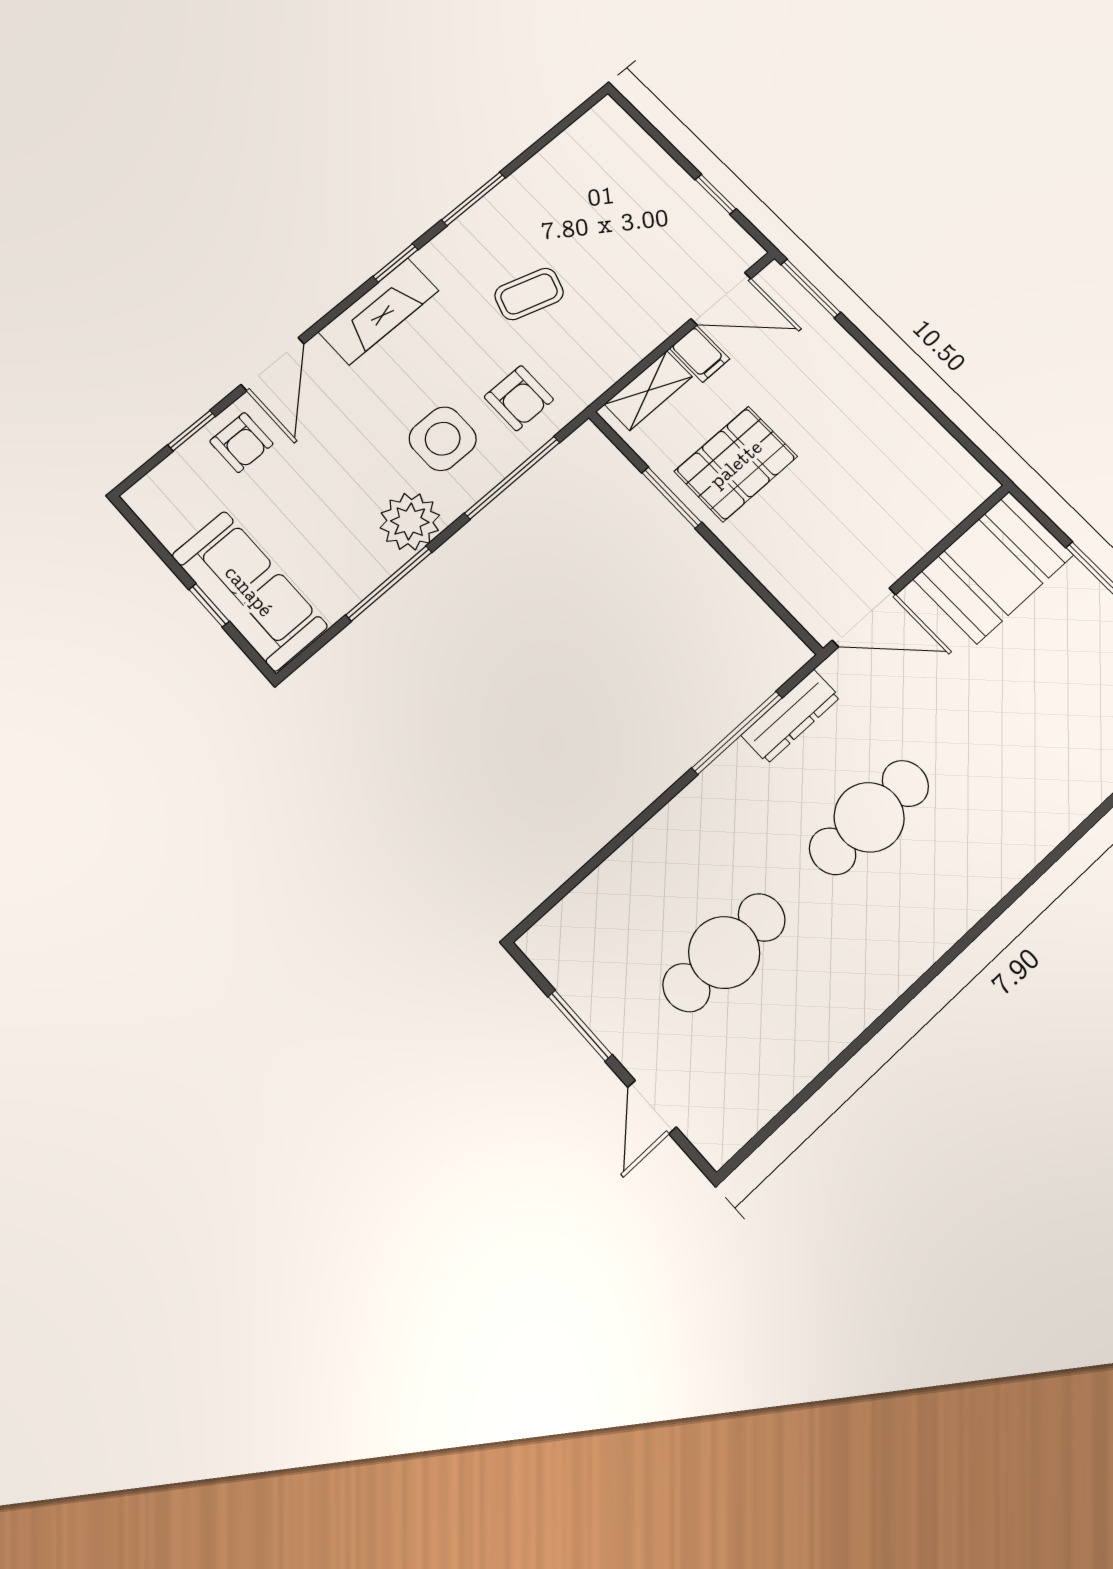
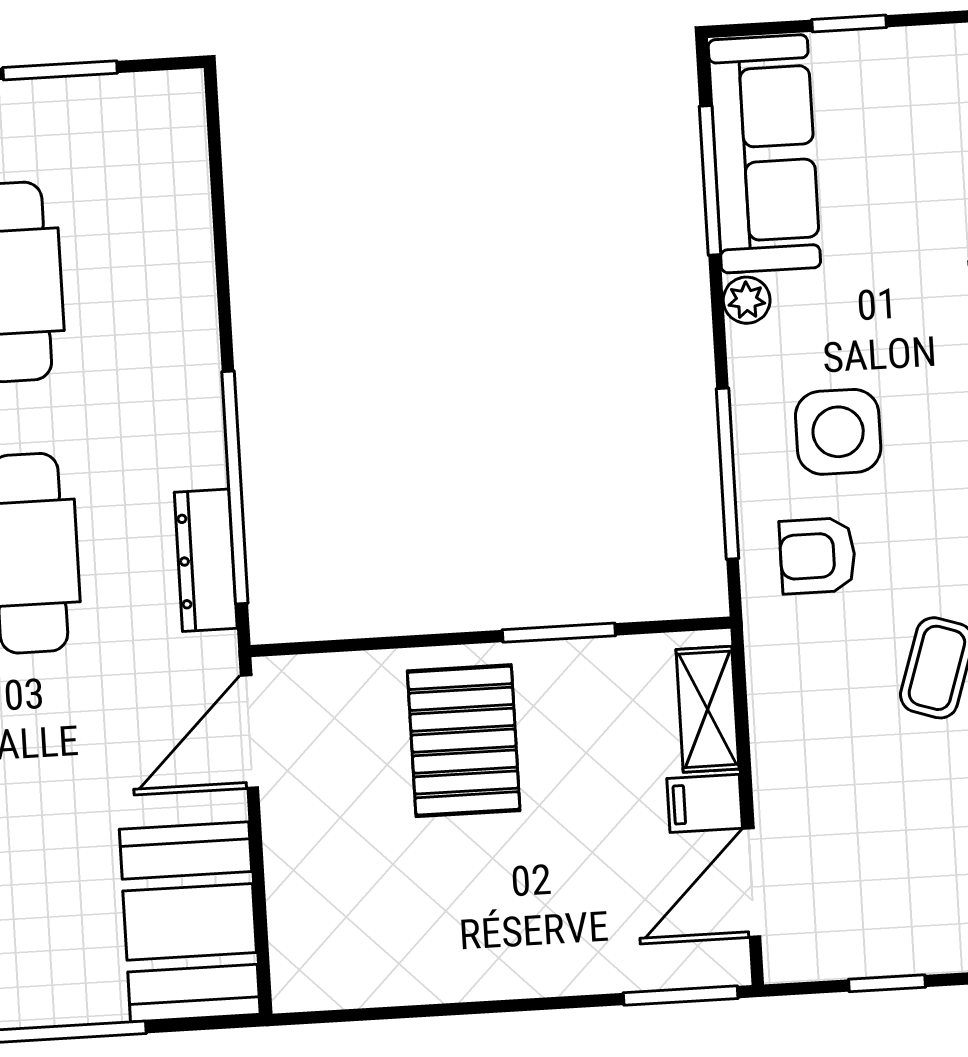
pallet: (736, 464) -> (464, 741), moved
plant: (410, 522) -> (747, 300), width x0.53, depth x0.53
window: (389, 583) -> (710, 180), moved
sofa: (249, 591) -> (764, 154), moved, turned -90
window: (737, 733) -> (235, 487), width x1.46

